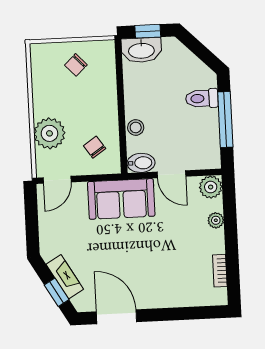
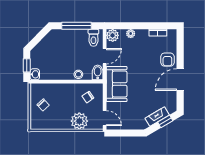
washbasin: (141, 50) -> (35, 74), width x0.52, depth x0.69
toilet: (202, 98) -> (93, 38), moved
armchair: (171, 291) -> (167, 60), added
door: (116, 317) -> (180, 80), moved

